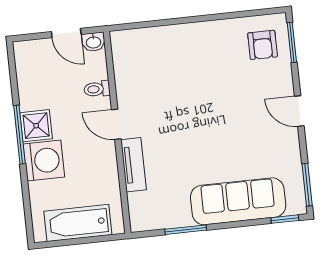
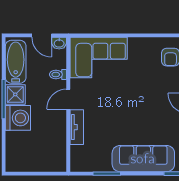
corner sofa: (155, 57) -> (99, 57), added
door: (116, 124) -> (68, 99), hinge flipped
bathtub: (78, 223) -> (16, 62), moved, turned 90

